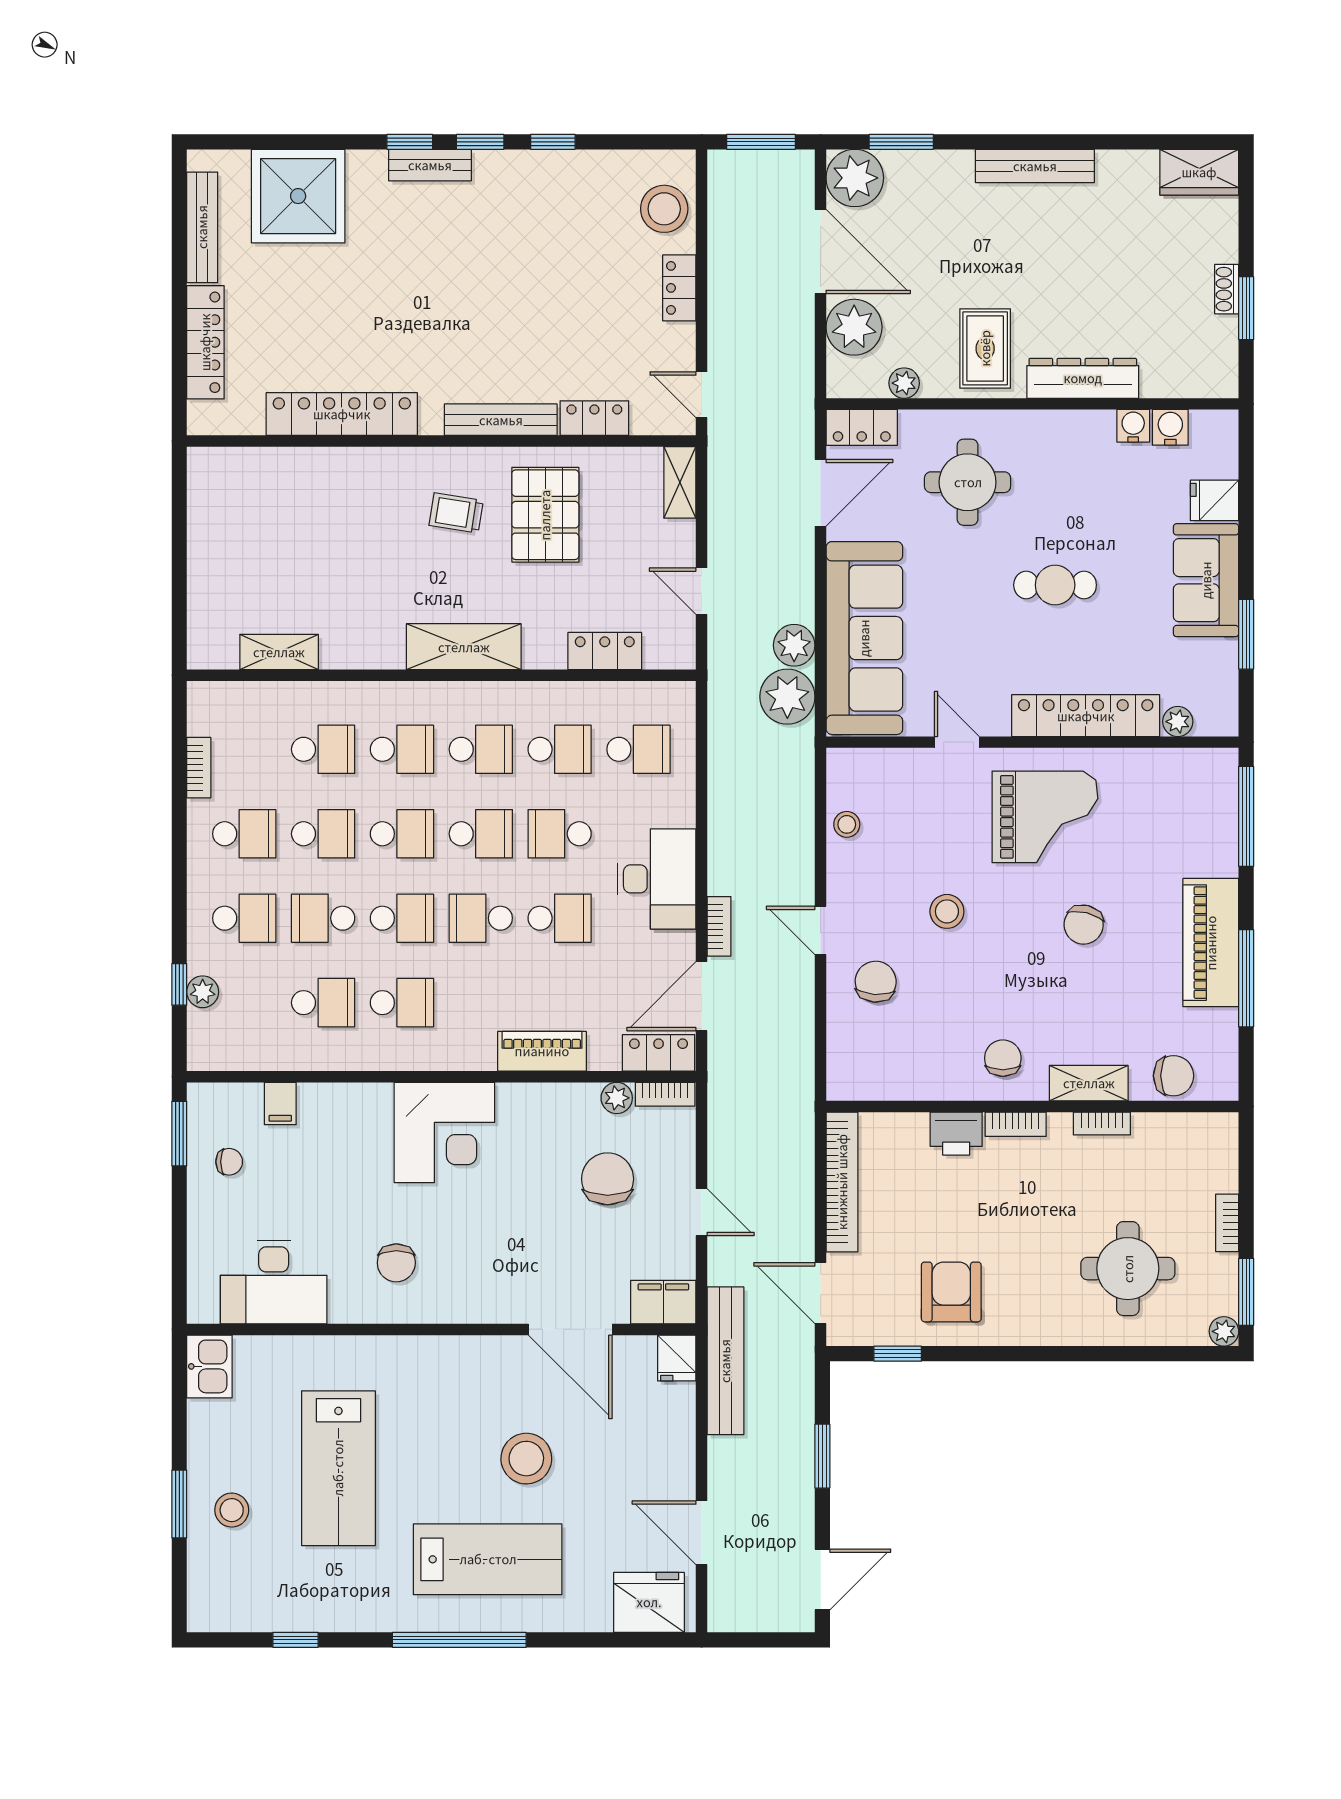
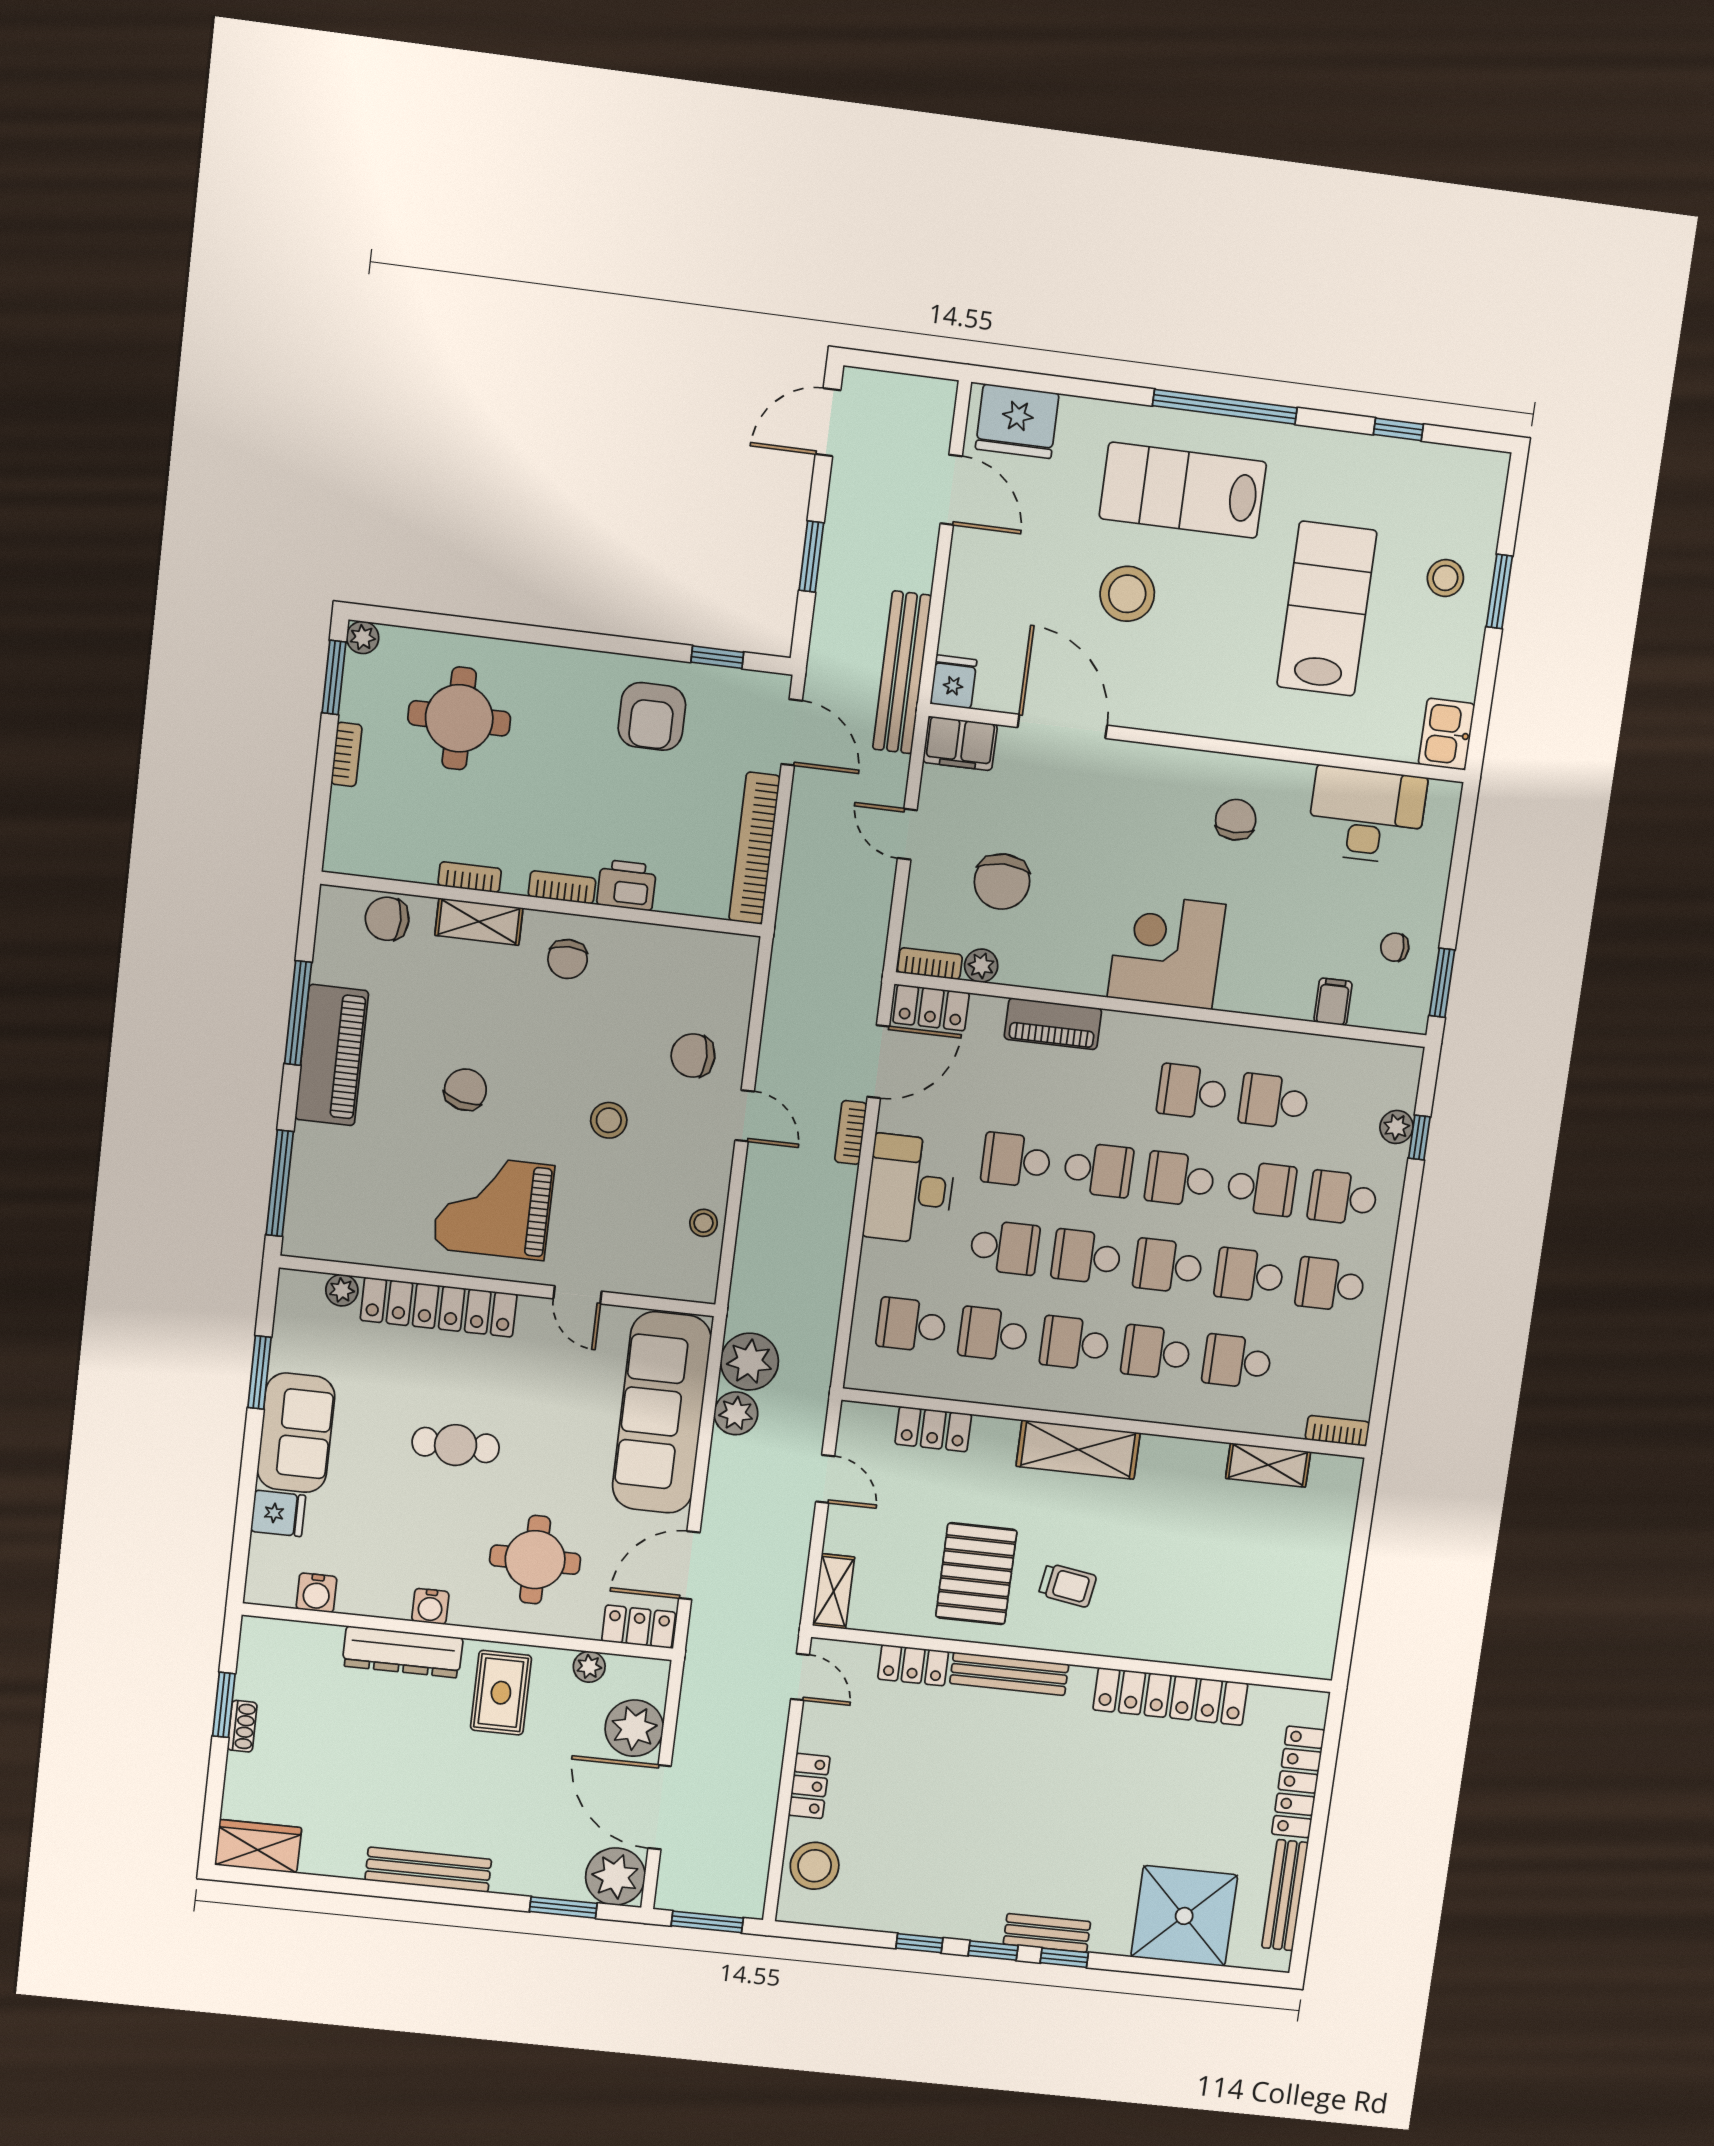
water cooler: (1133, 426) -> (430, 1606), moved
bookcase: (199, 768) -> (1337, 1431), moved, turned 90
chair: (876, 982) -> (693, 1056), turned 86

